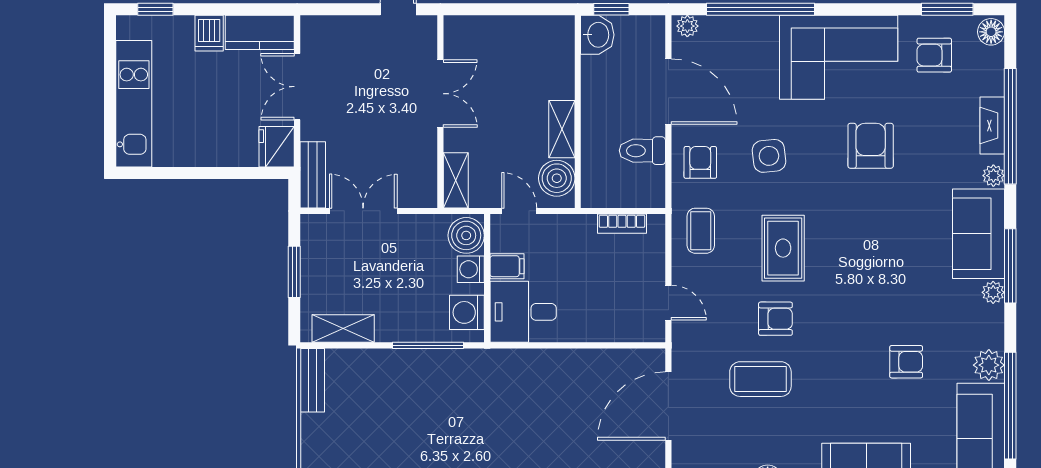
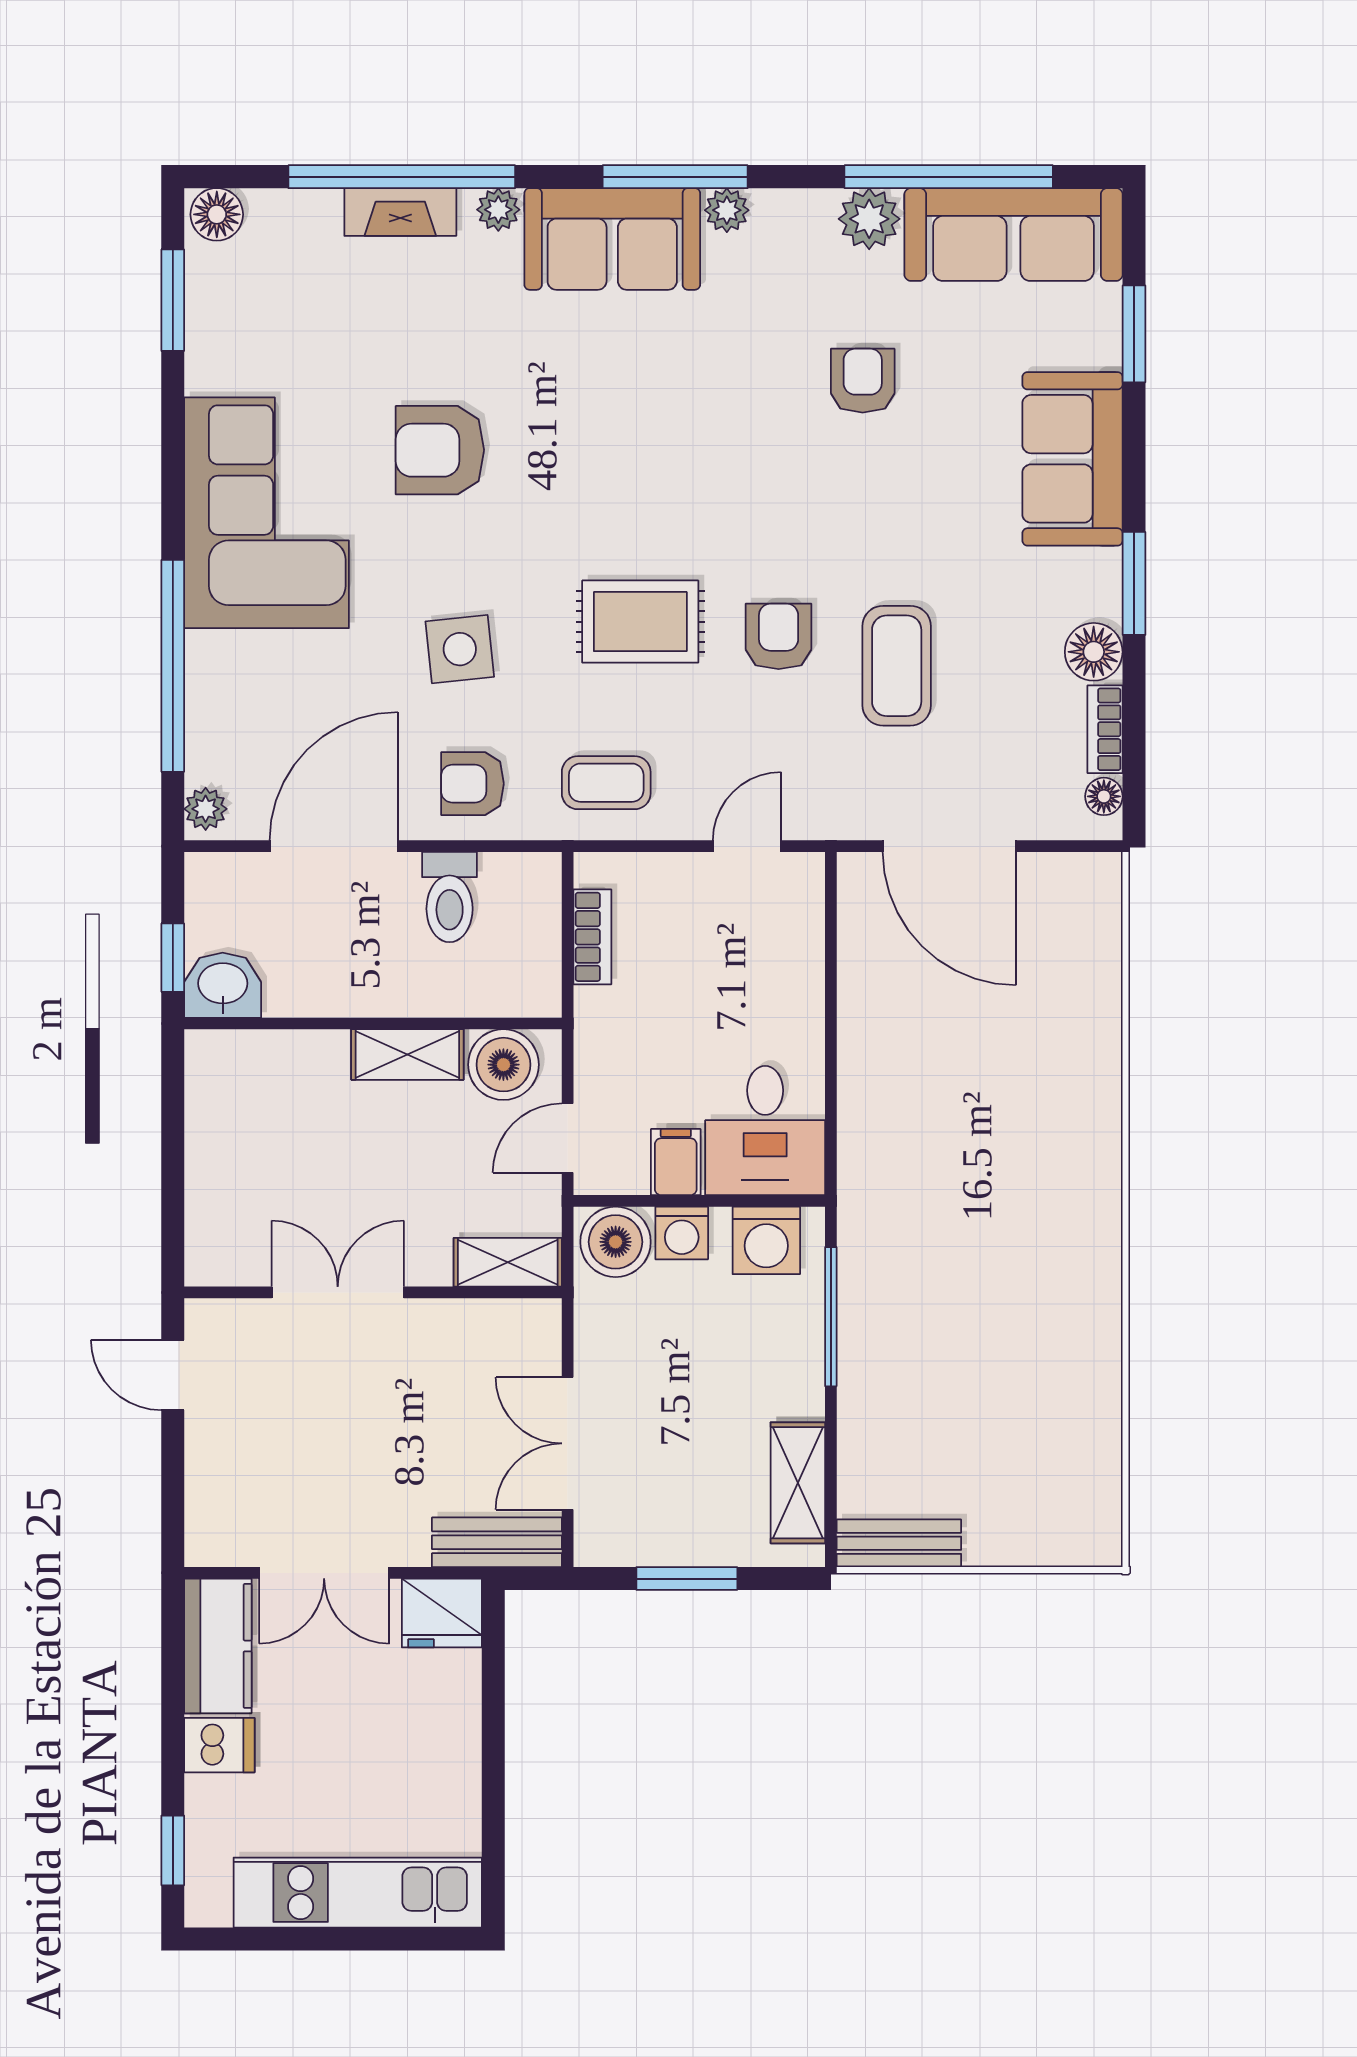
armchair: (934, 55) -> (262, 326), removed

